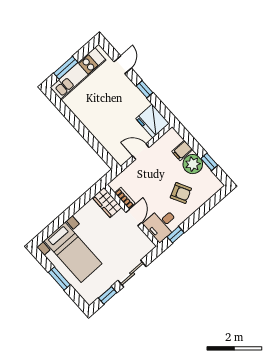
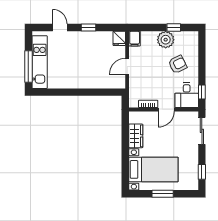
window: (66, 68) -> (28, 67), width x1.44
fridge: (153, 121) -> (119, 38), width x0.53, depth x0.75
filing cabinet: (182, 151) -> (135, 39), moved
wardrobe: (107, 203) -> (136, 136), moved, turned -90
door: (134, 218) -> (166, 109), swing flipped
sliding door: (132, 274) -> (202, 131), moved

